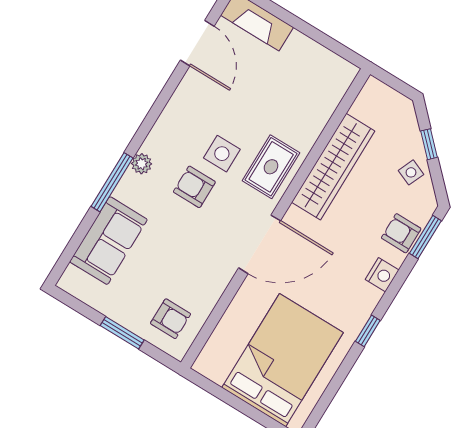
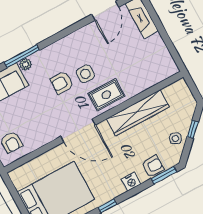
plant: (142, 164) -> (26, 64), moved
armchair: (194, 187) -> (62, 83), turned -90
armchair: (401, 233) -> (153, 166), turned 90

